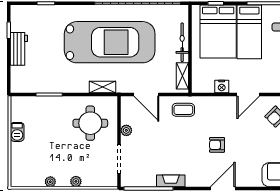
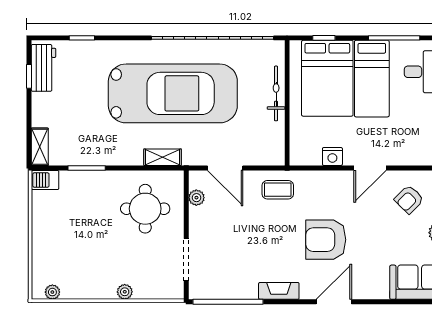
workbench: (19, 49) -> (43, 68), moved
shelving: (182, 76) -> (40, 147), moved
plant: (126, 130) -> (196, 198), moved
barbecue: (17, 132) -> (45, 180), moved, turned 90
armchair: (217, 145) -> (326, 240), width x1.88, depth x1.88
fireplace: (171, 181) -> (279, 291), moved
plant: (50, 182) -> (52, 292), moved

